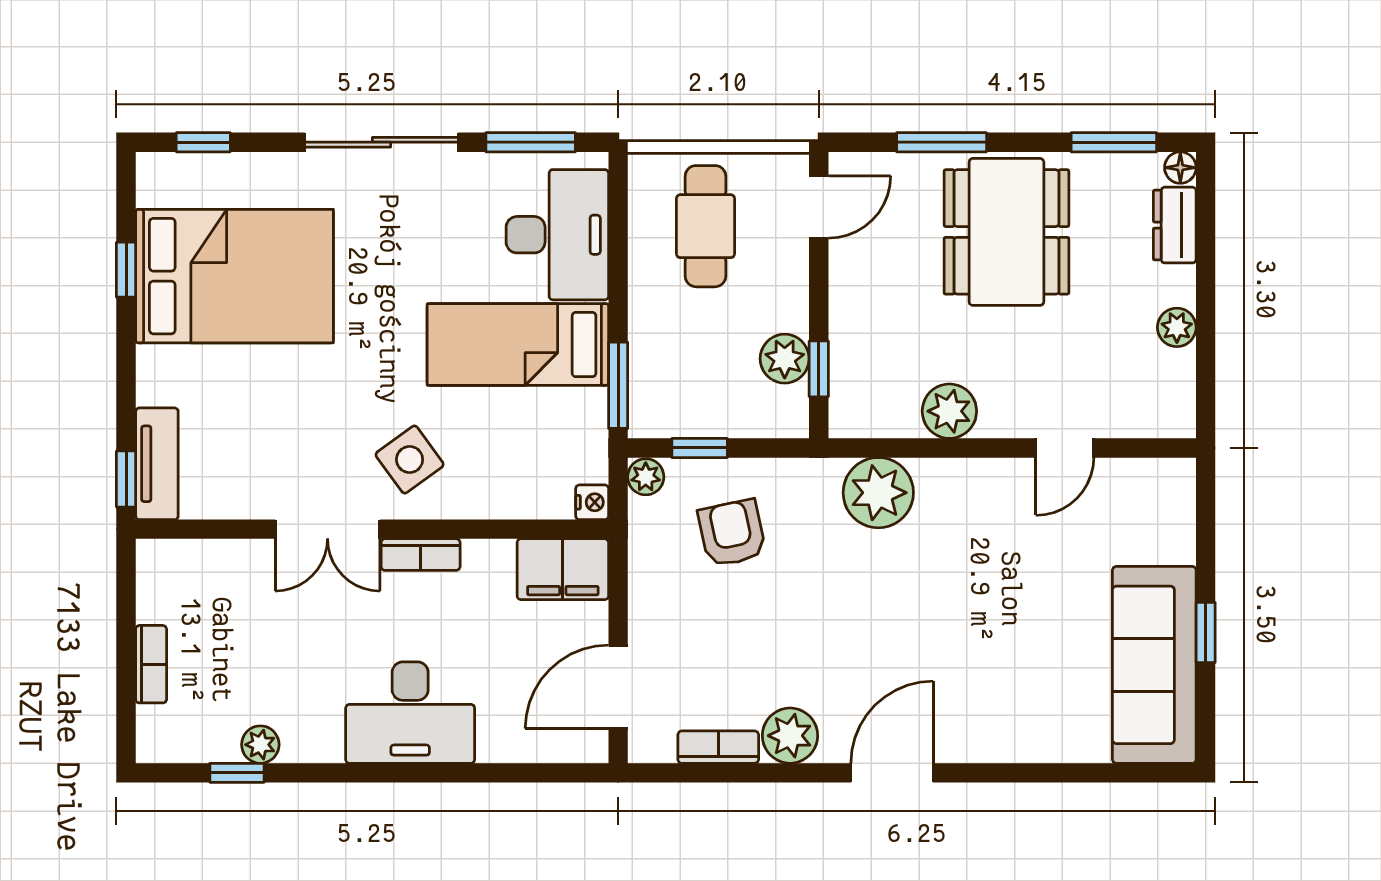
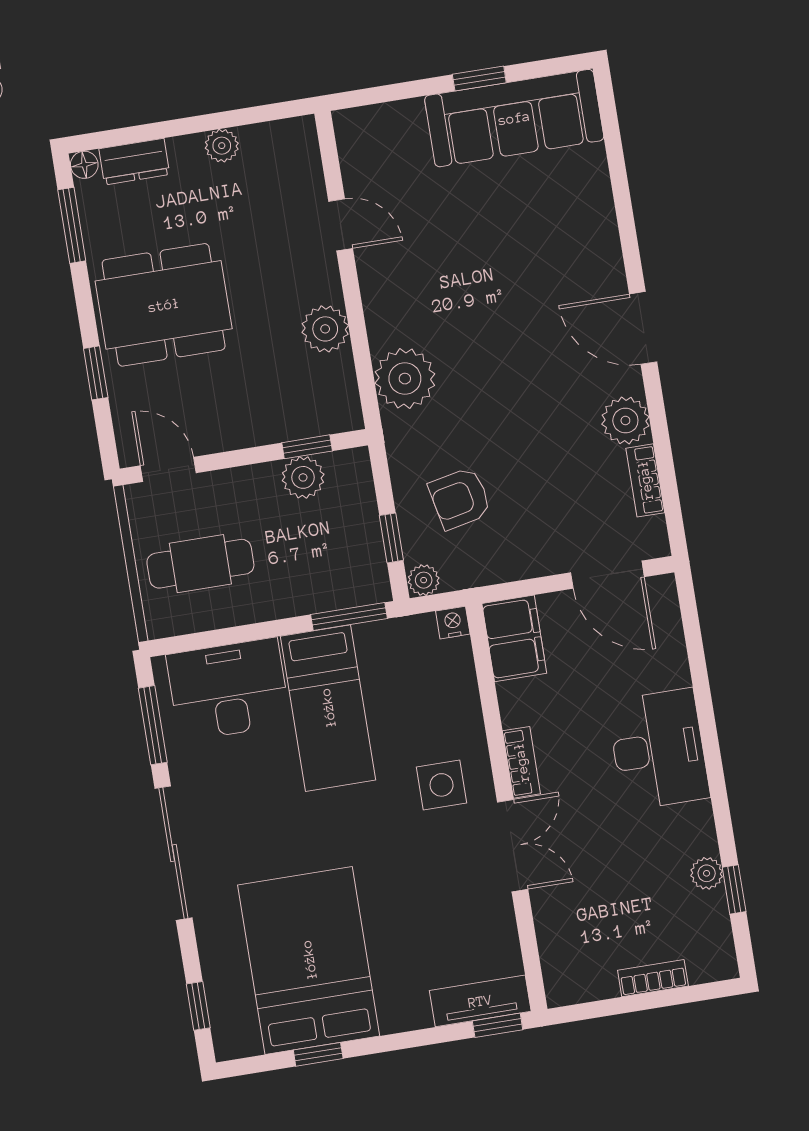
window: (942, 142) -> (96, 373), width x0.67
side table: (410, 460) -> (442, 785), turned 36

